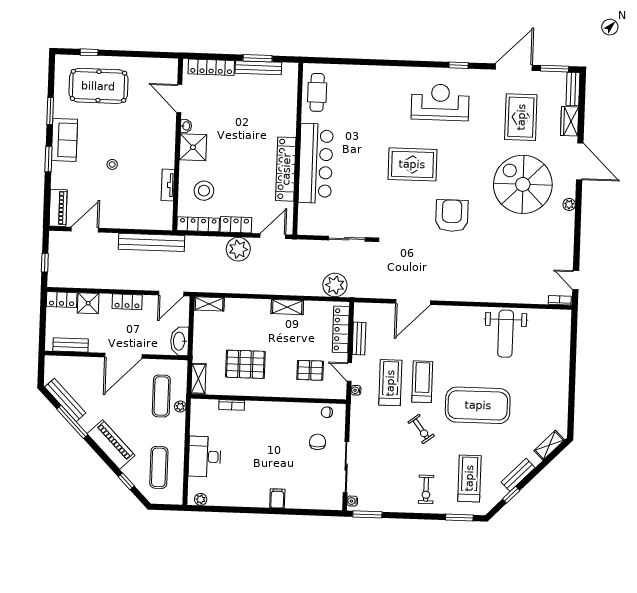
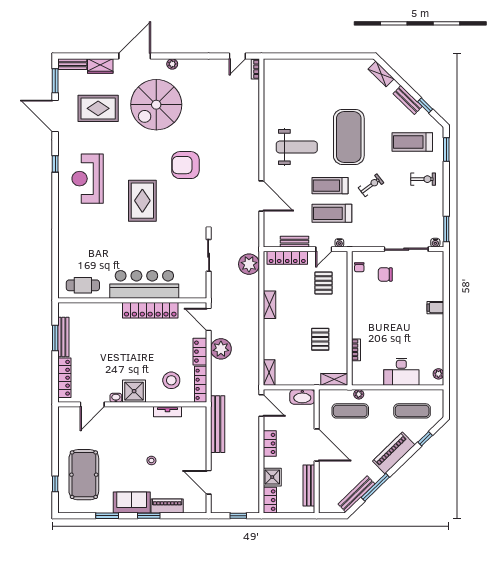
piano: (58, 208) -> (167, 506), moved
weight bench: (506, 334) -> (297, 147), moved
bench: (71, 345) -> (309, 486), width x1.36
pallet: (245, 364) -> (320, 339), width x0.67, depth x0.71

